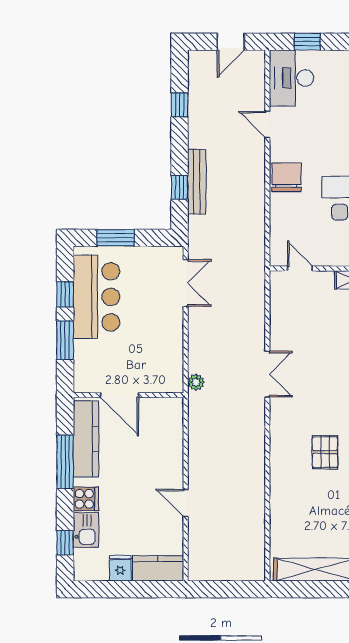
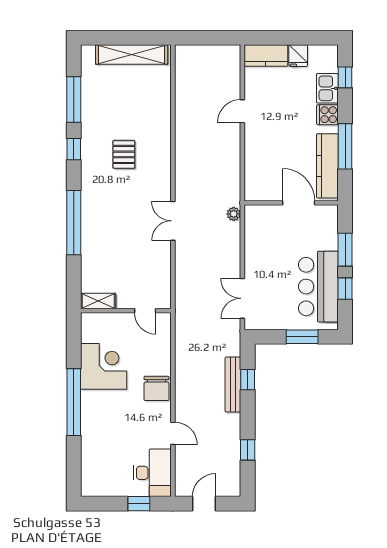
door: (186, 503) -> (242, 111), swing flipped

